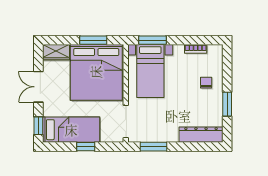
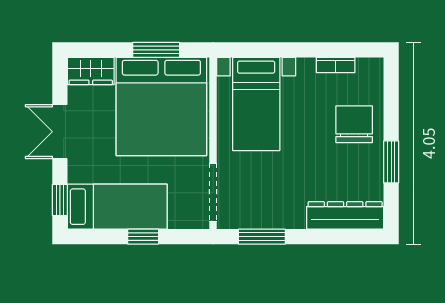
window: (153, 40) -> (260, 50), removed
chair: (206, 83) -> (354, 124), width x1.87, depth x1.87

